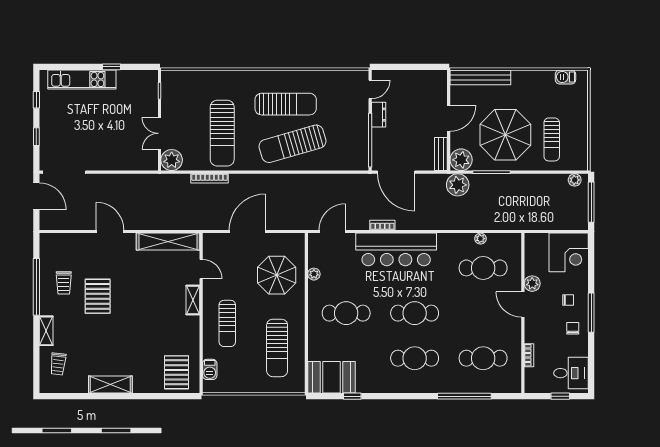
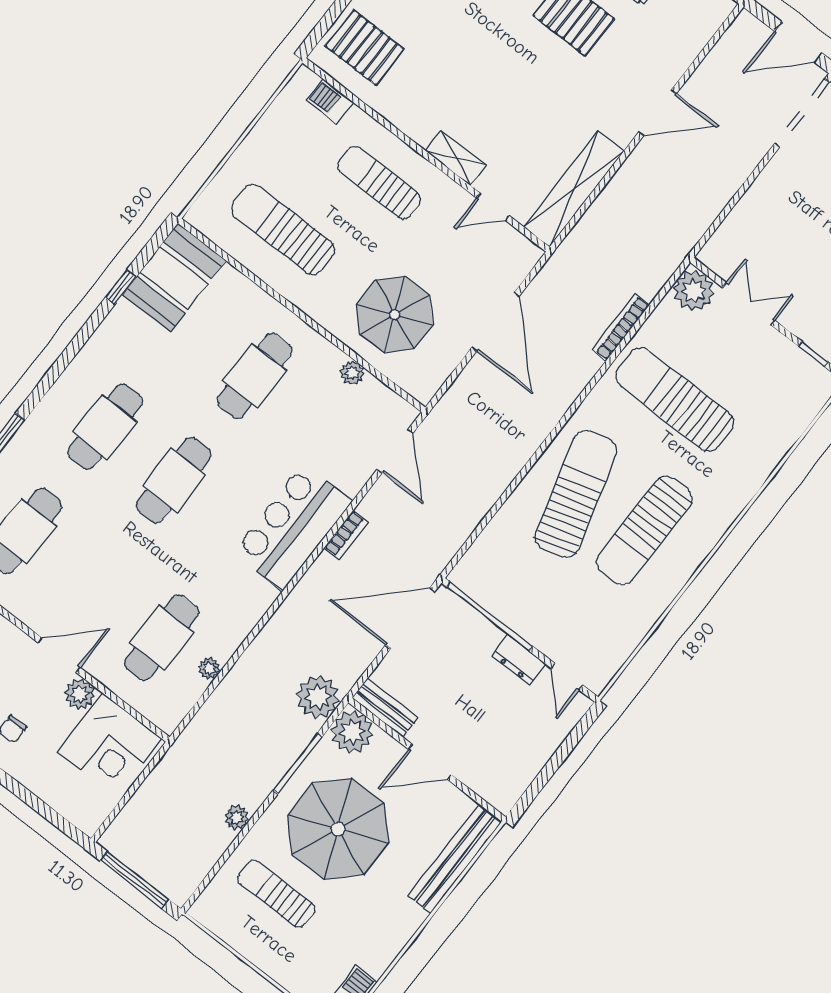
door: (449, 118) -> (430, 762), hinge flipped
plant: (575, 180) -> (237, 817), moved
bar counter: (396, 249) -> (293, 527), width x0.73
corner desk: (569, 252) -> (110, 745), moved, turned -90

